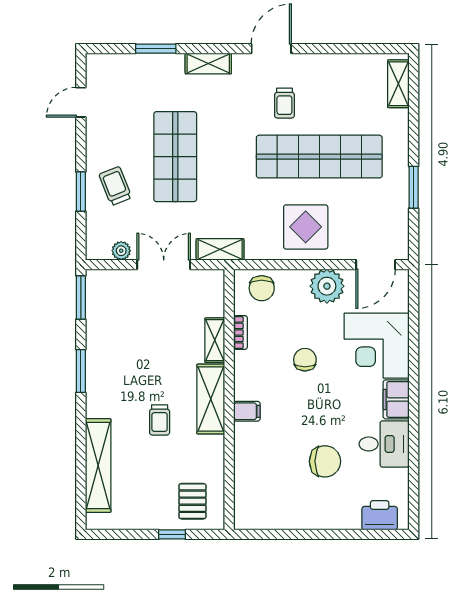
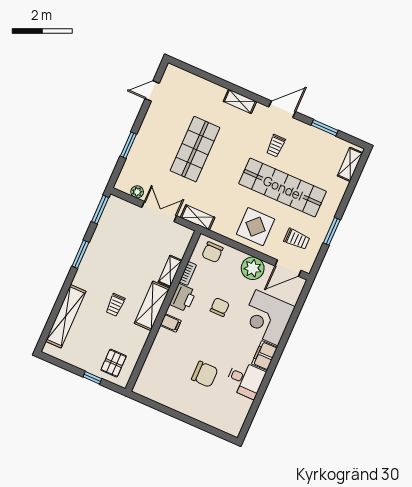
window: (156, 49) -> (325, 128), moved
trolley: (115, 186) -> (297, 239), moved, turned 112
printer: (380, 515) -> (183, 298), moved, turned 90

